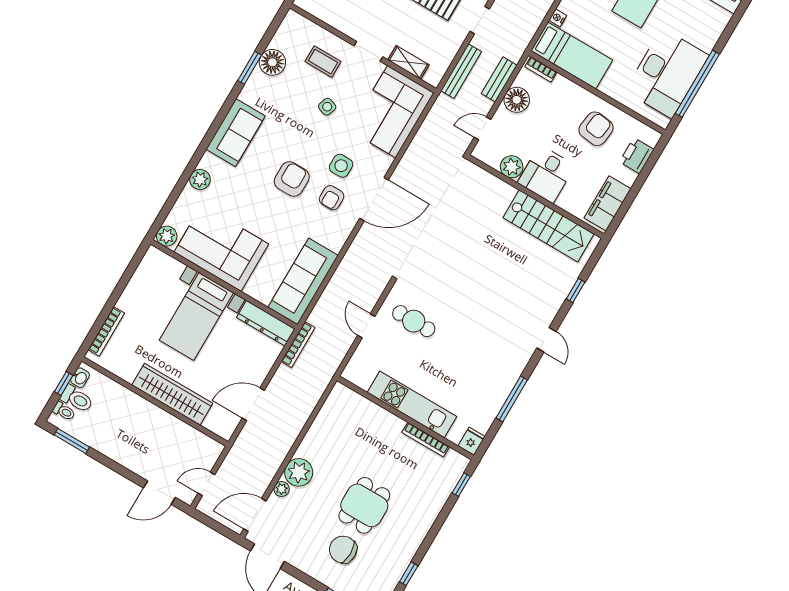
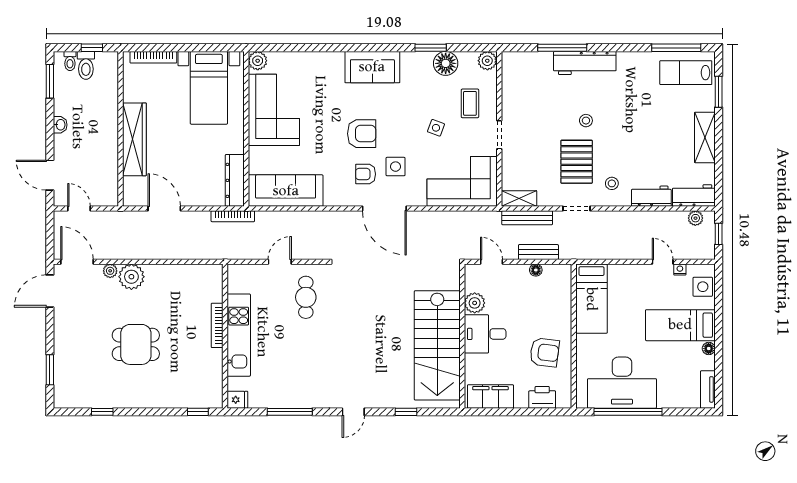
nightstand: (558, 18) -> (615, 270), removed
shelving: (408, 62) -> (519, 199), moved, turned 90
bookcase: (541, 69) -> (566, 280), removed
floor lamp: (517, 100) -> (536, 270), width x0.53, depth x0.53
plant: (200, 179) -> (487, 61), moved
stairs: (548, 226) -> (437, 345), width x1.36, depth x1.51
bed with nightstands: (196, 317) -> (209, 88), moved, turned -90
washbasin: (80, 378) -> (60, 125), moved, turned -90
bookcase: (426, 440) -> (217, 325), moved
chair: (343, 550) -> (91, 348), removed

